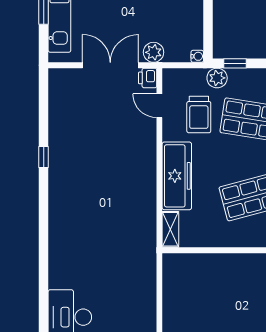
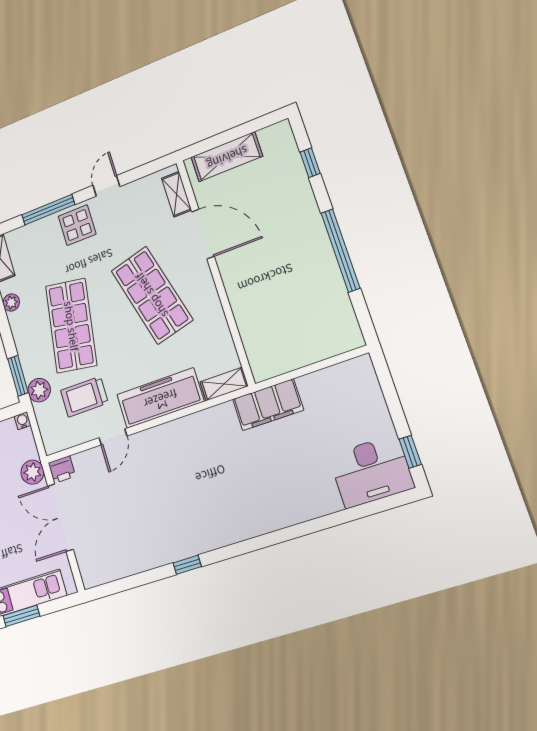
window: (235, 63) -> (18, 376), width x1.50
door: (159, 106) -> (113, 437), moved
trolley: (199, 115) -> (84, 397), turned 180
filing cabinet: (143, 258) -> (268, 405), added

